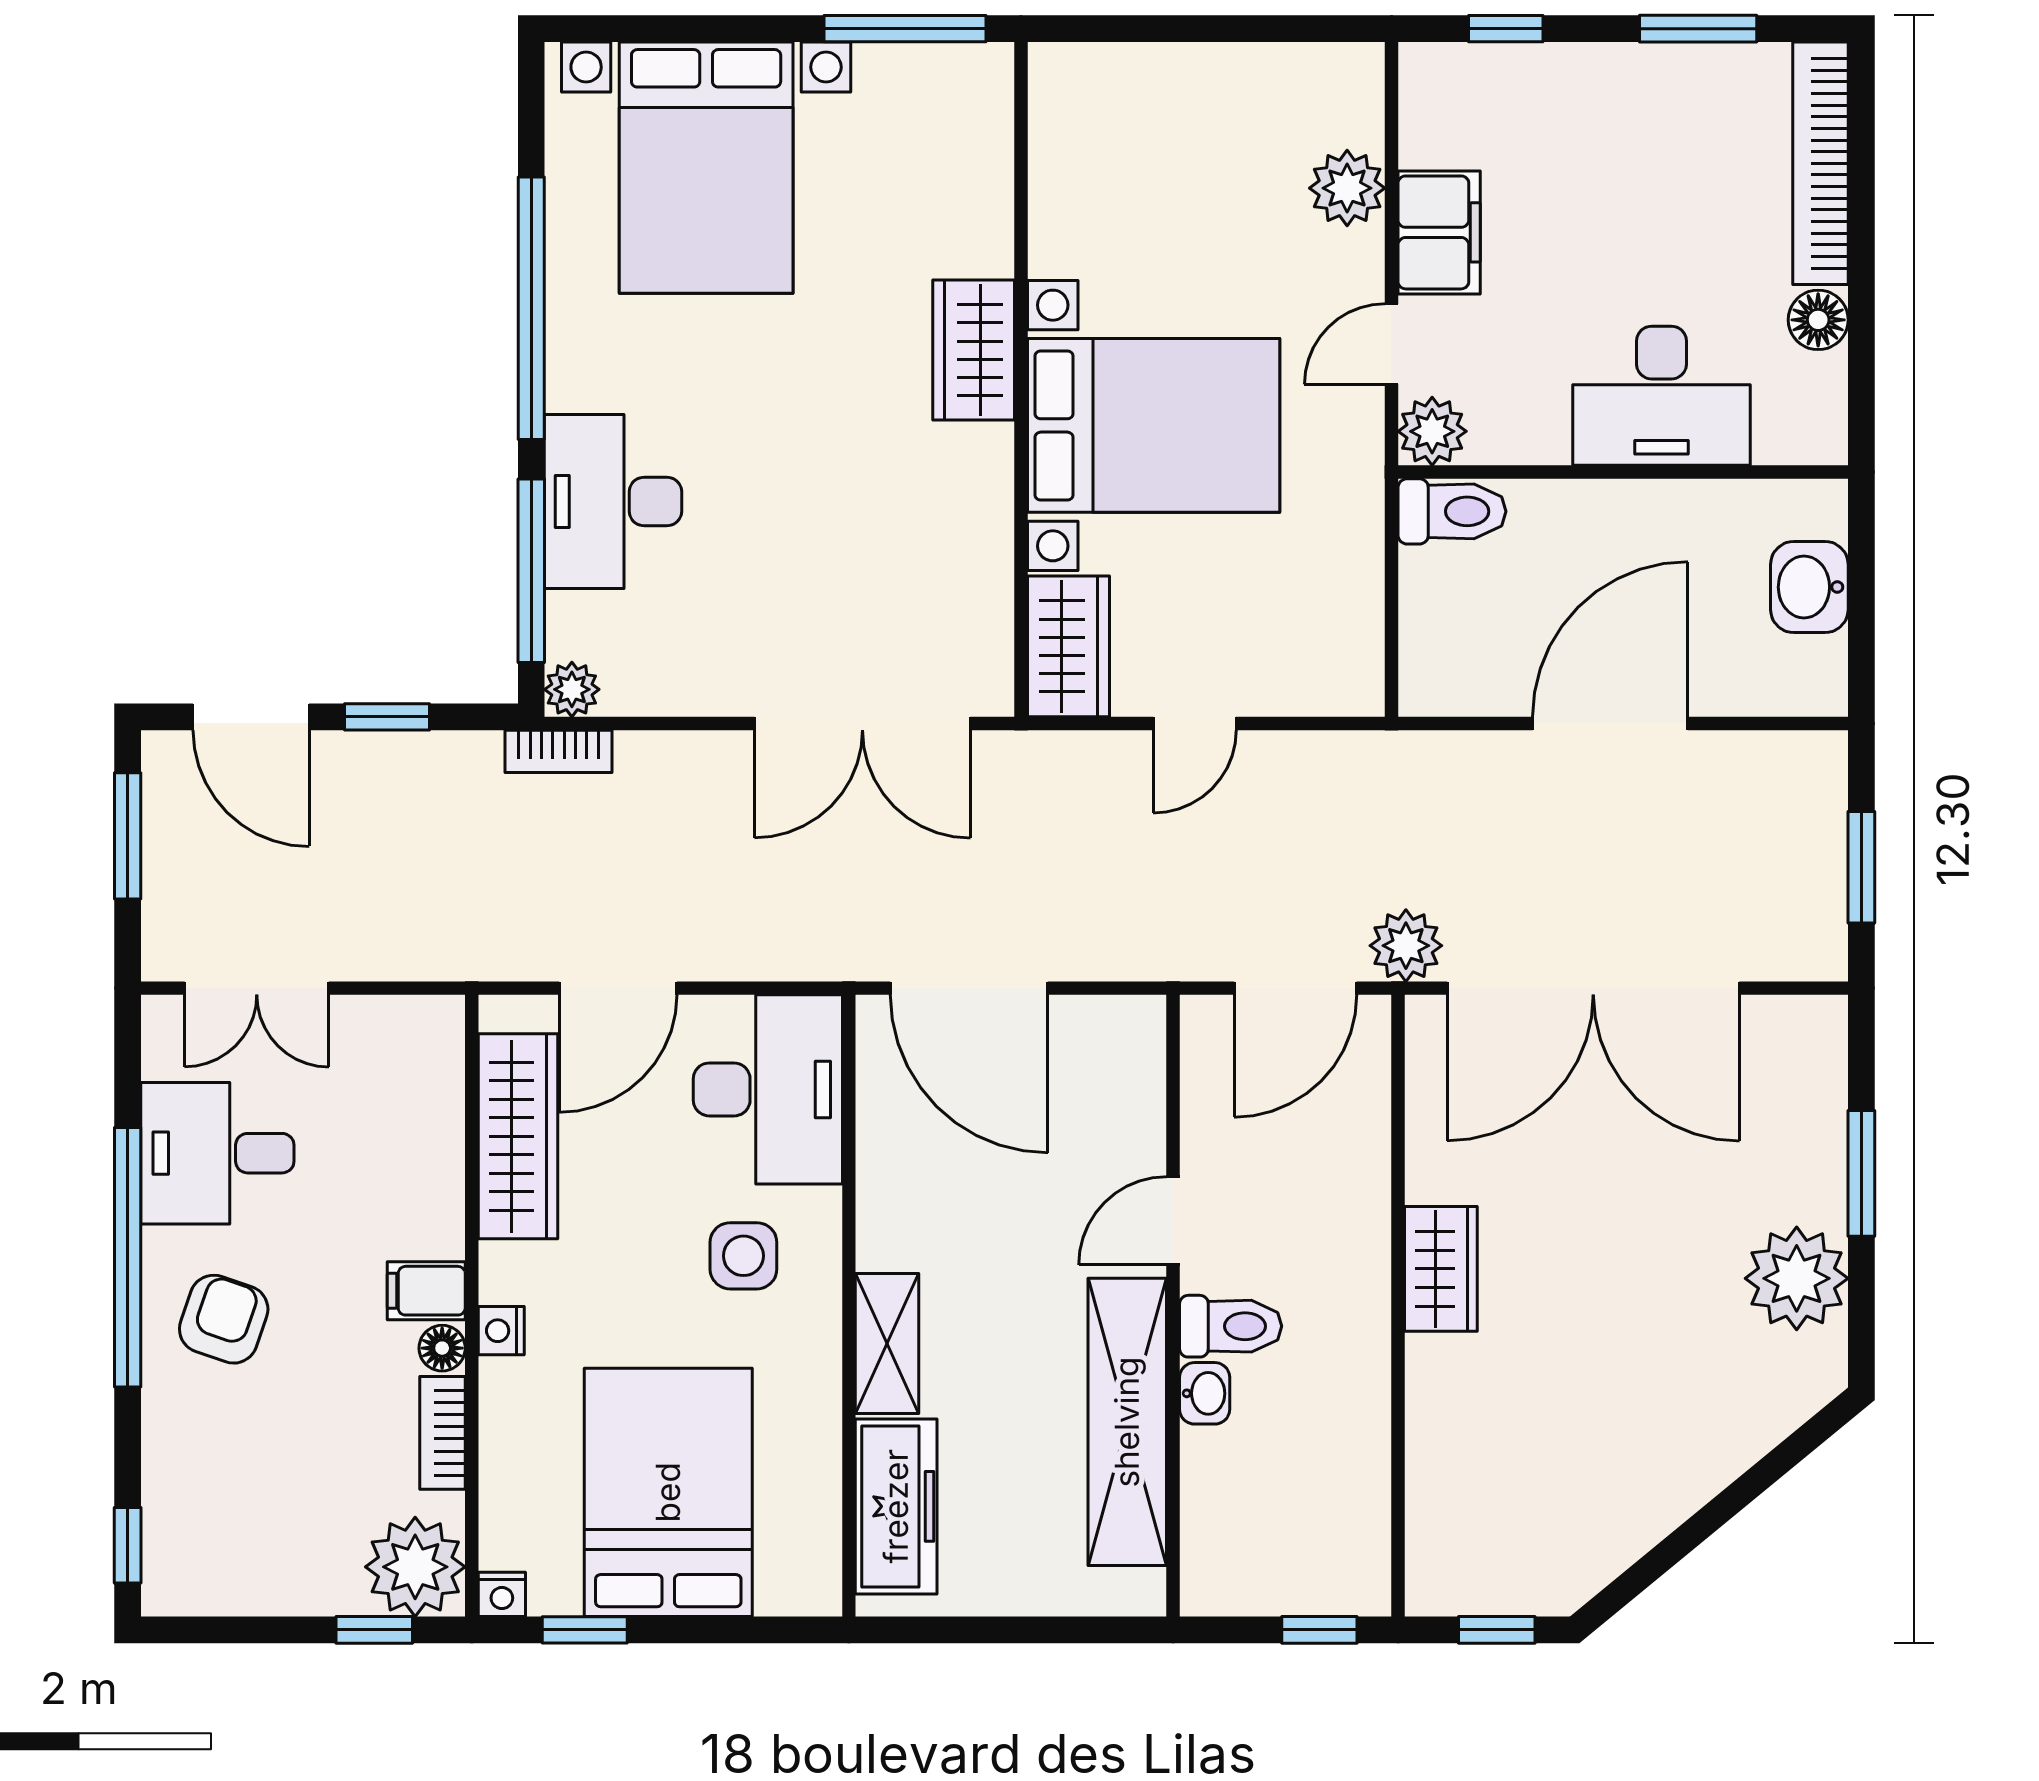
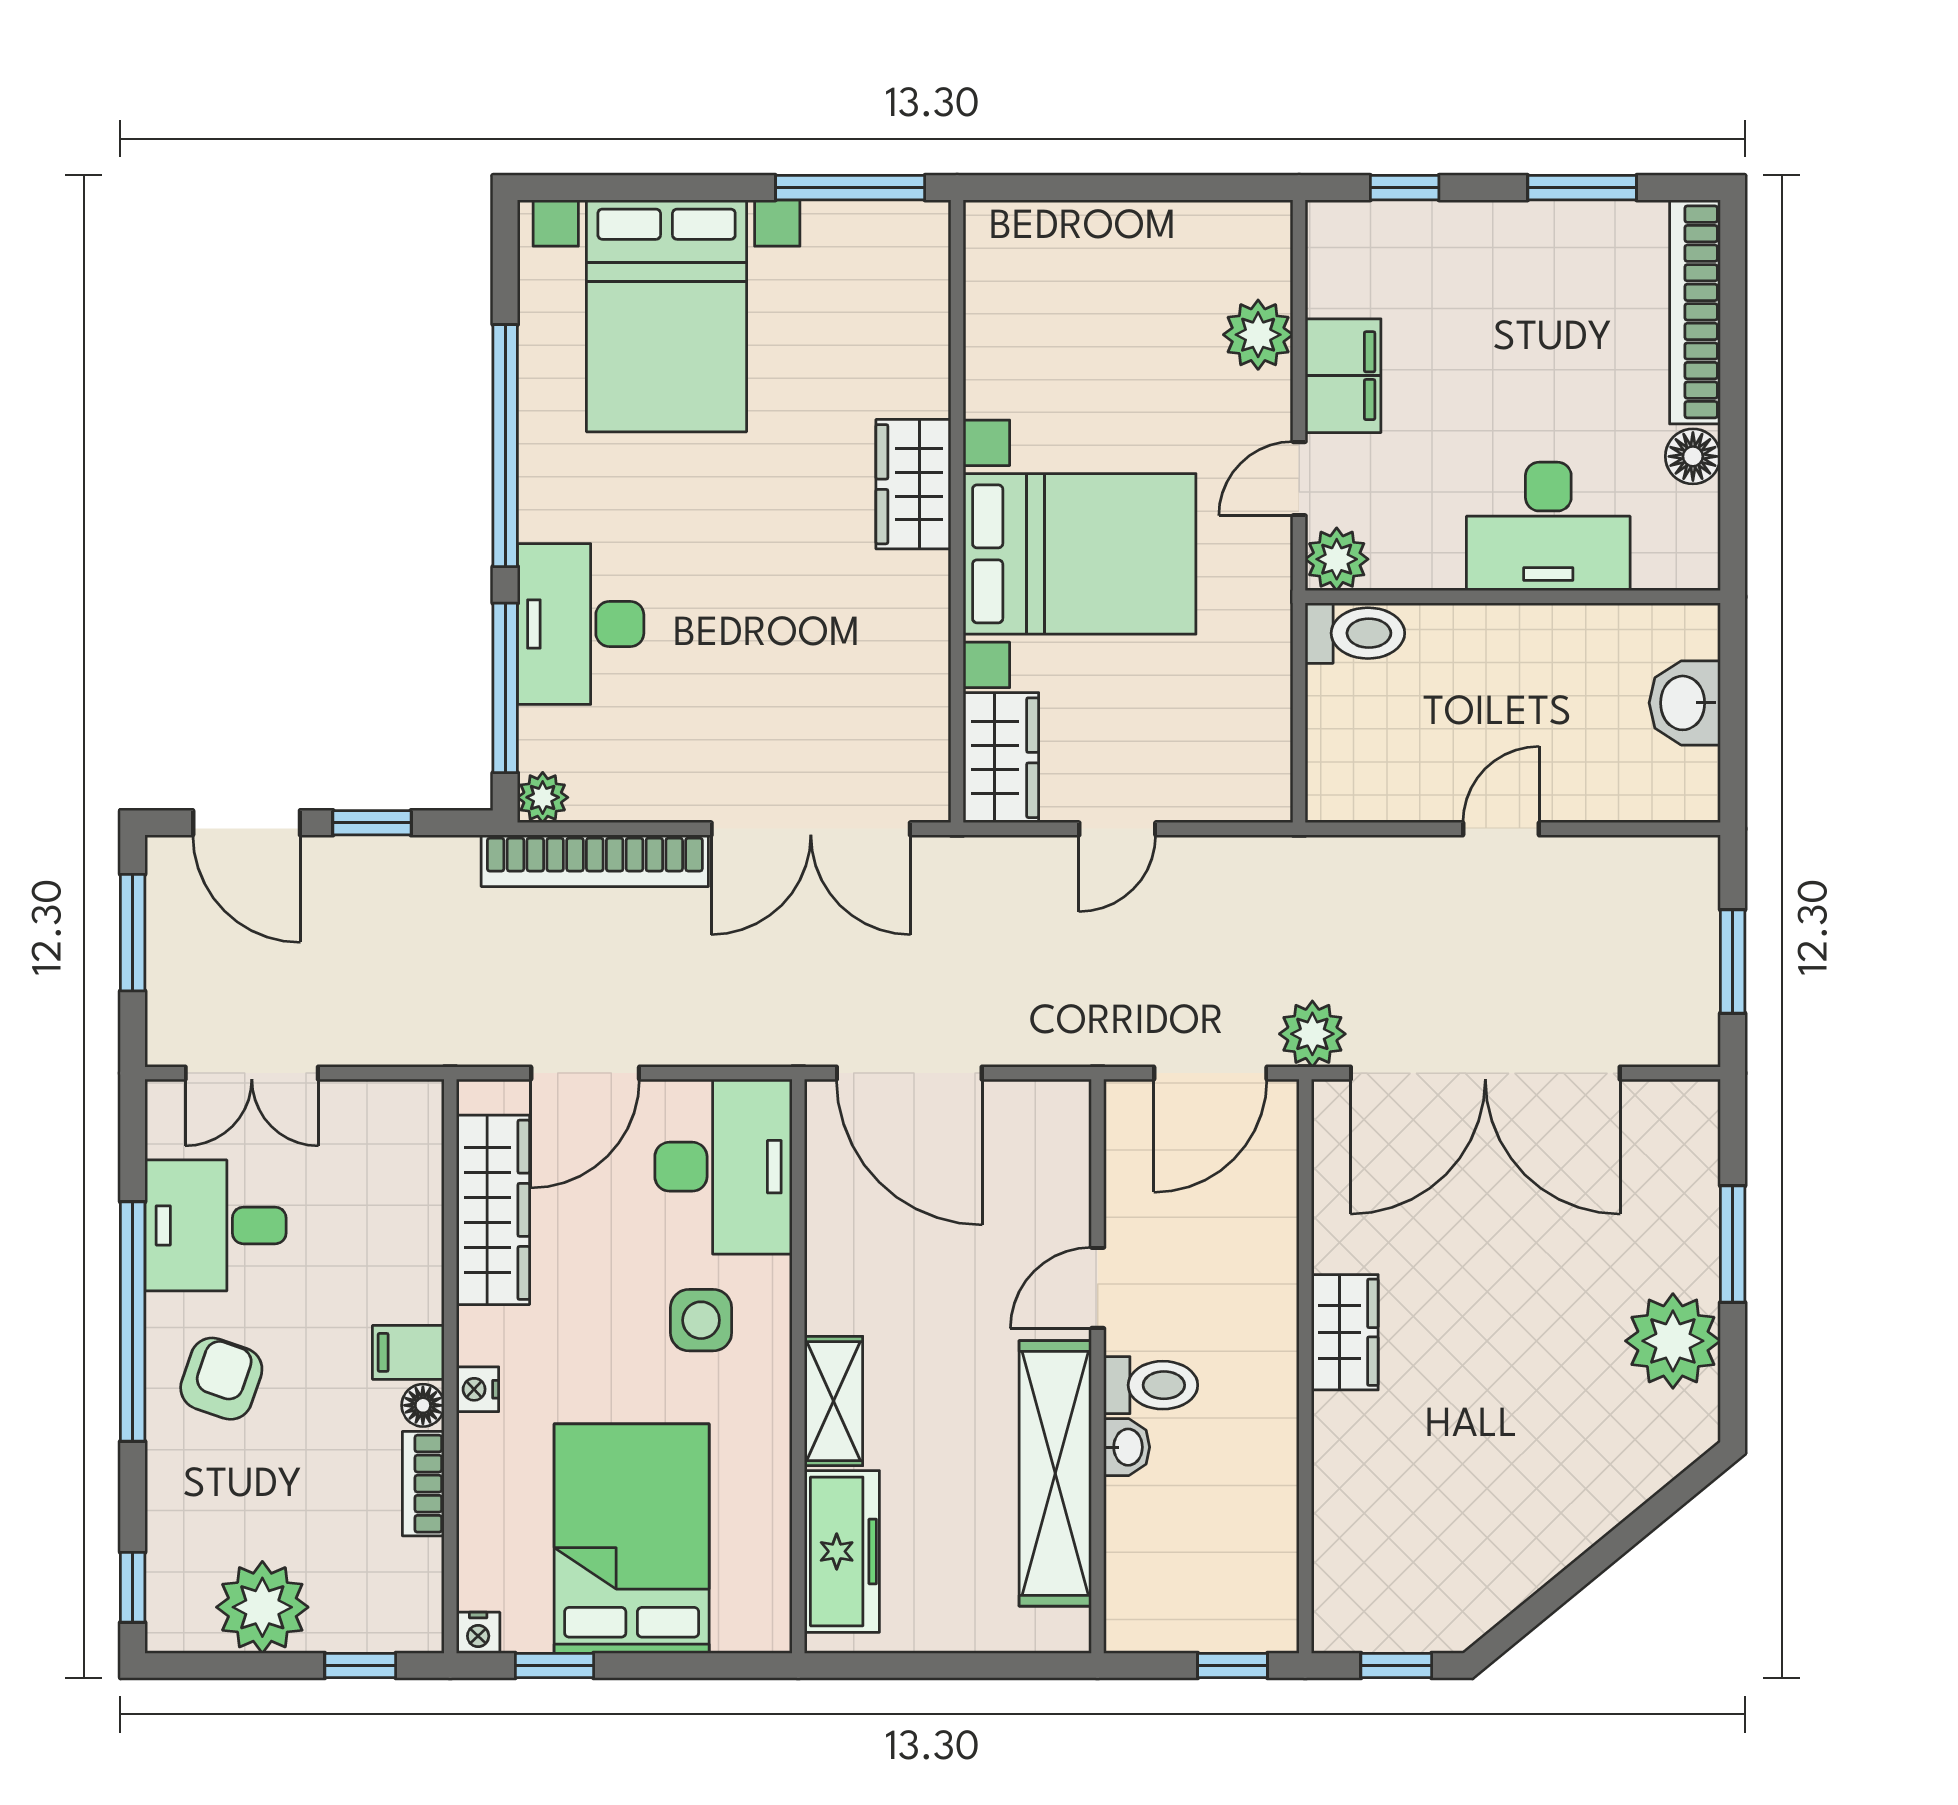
door: (1610, 723) -> (1501, 829), width x0.53
bookcase: (558, 751) -> (595, 861), width x2.31, depth x1.31
plant: (415, 1567) -> (262, 1607), moved

